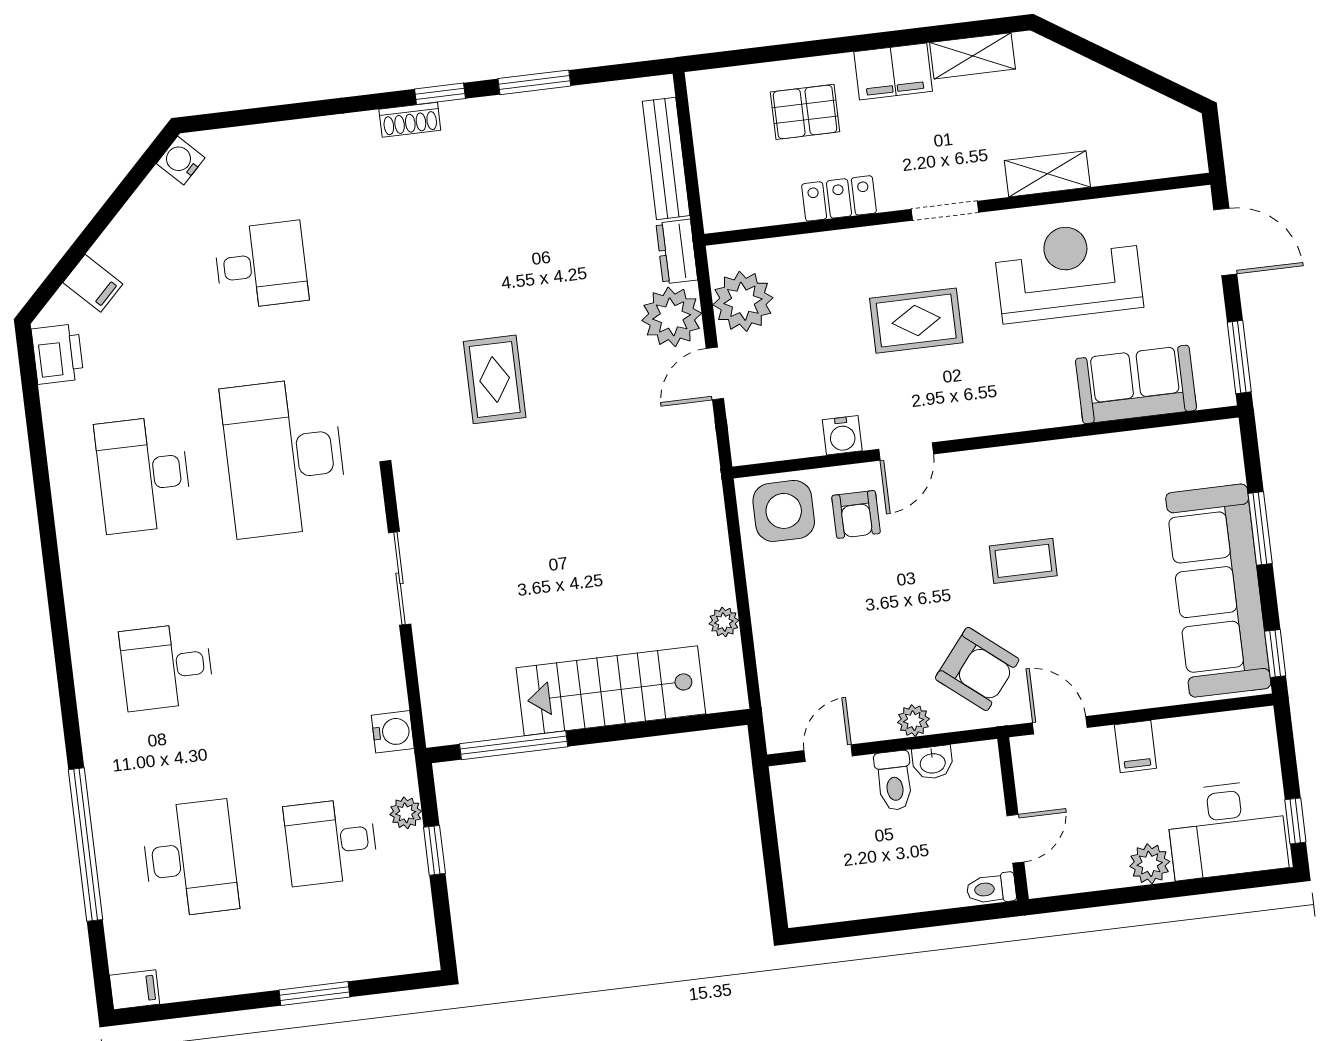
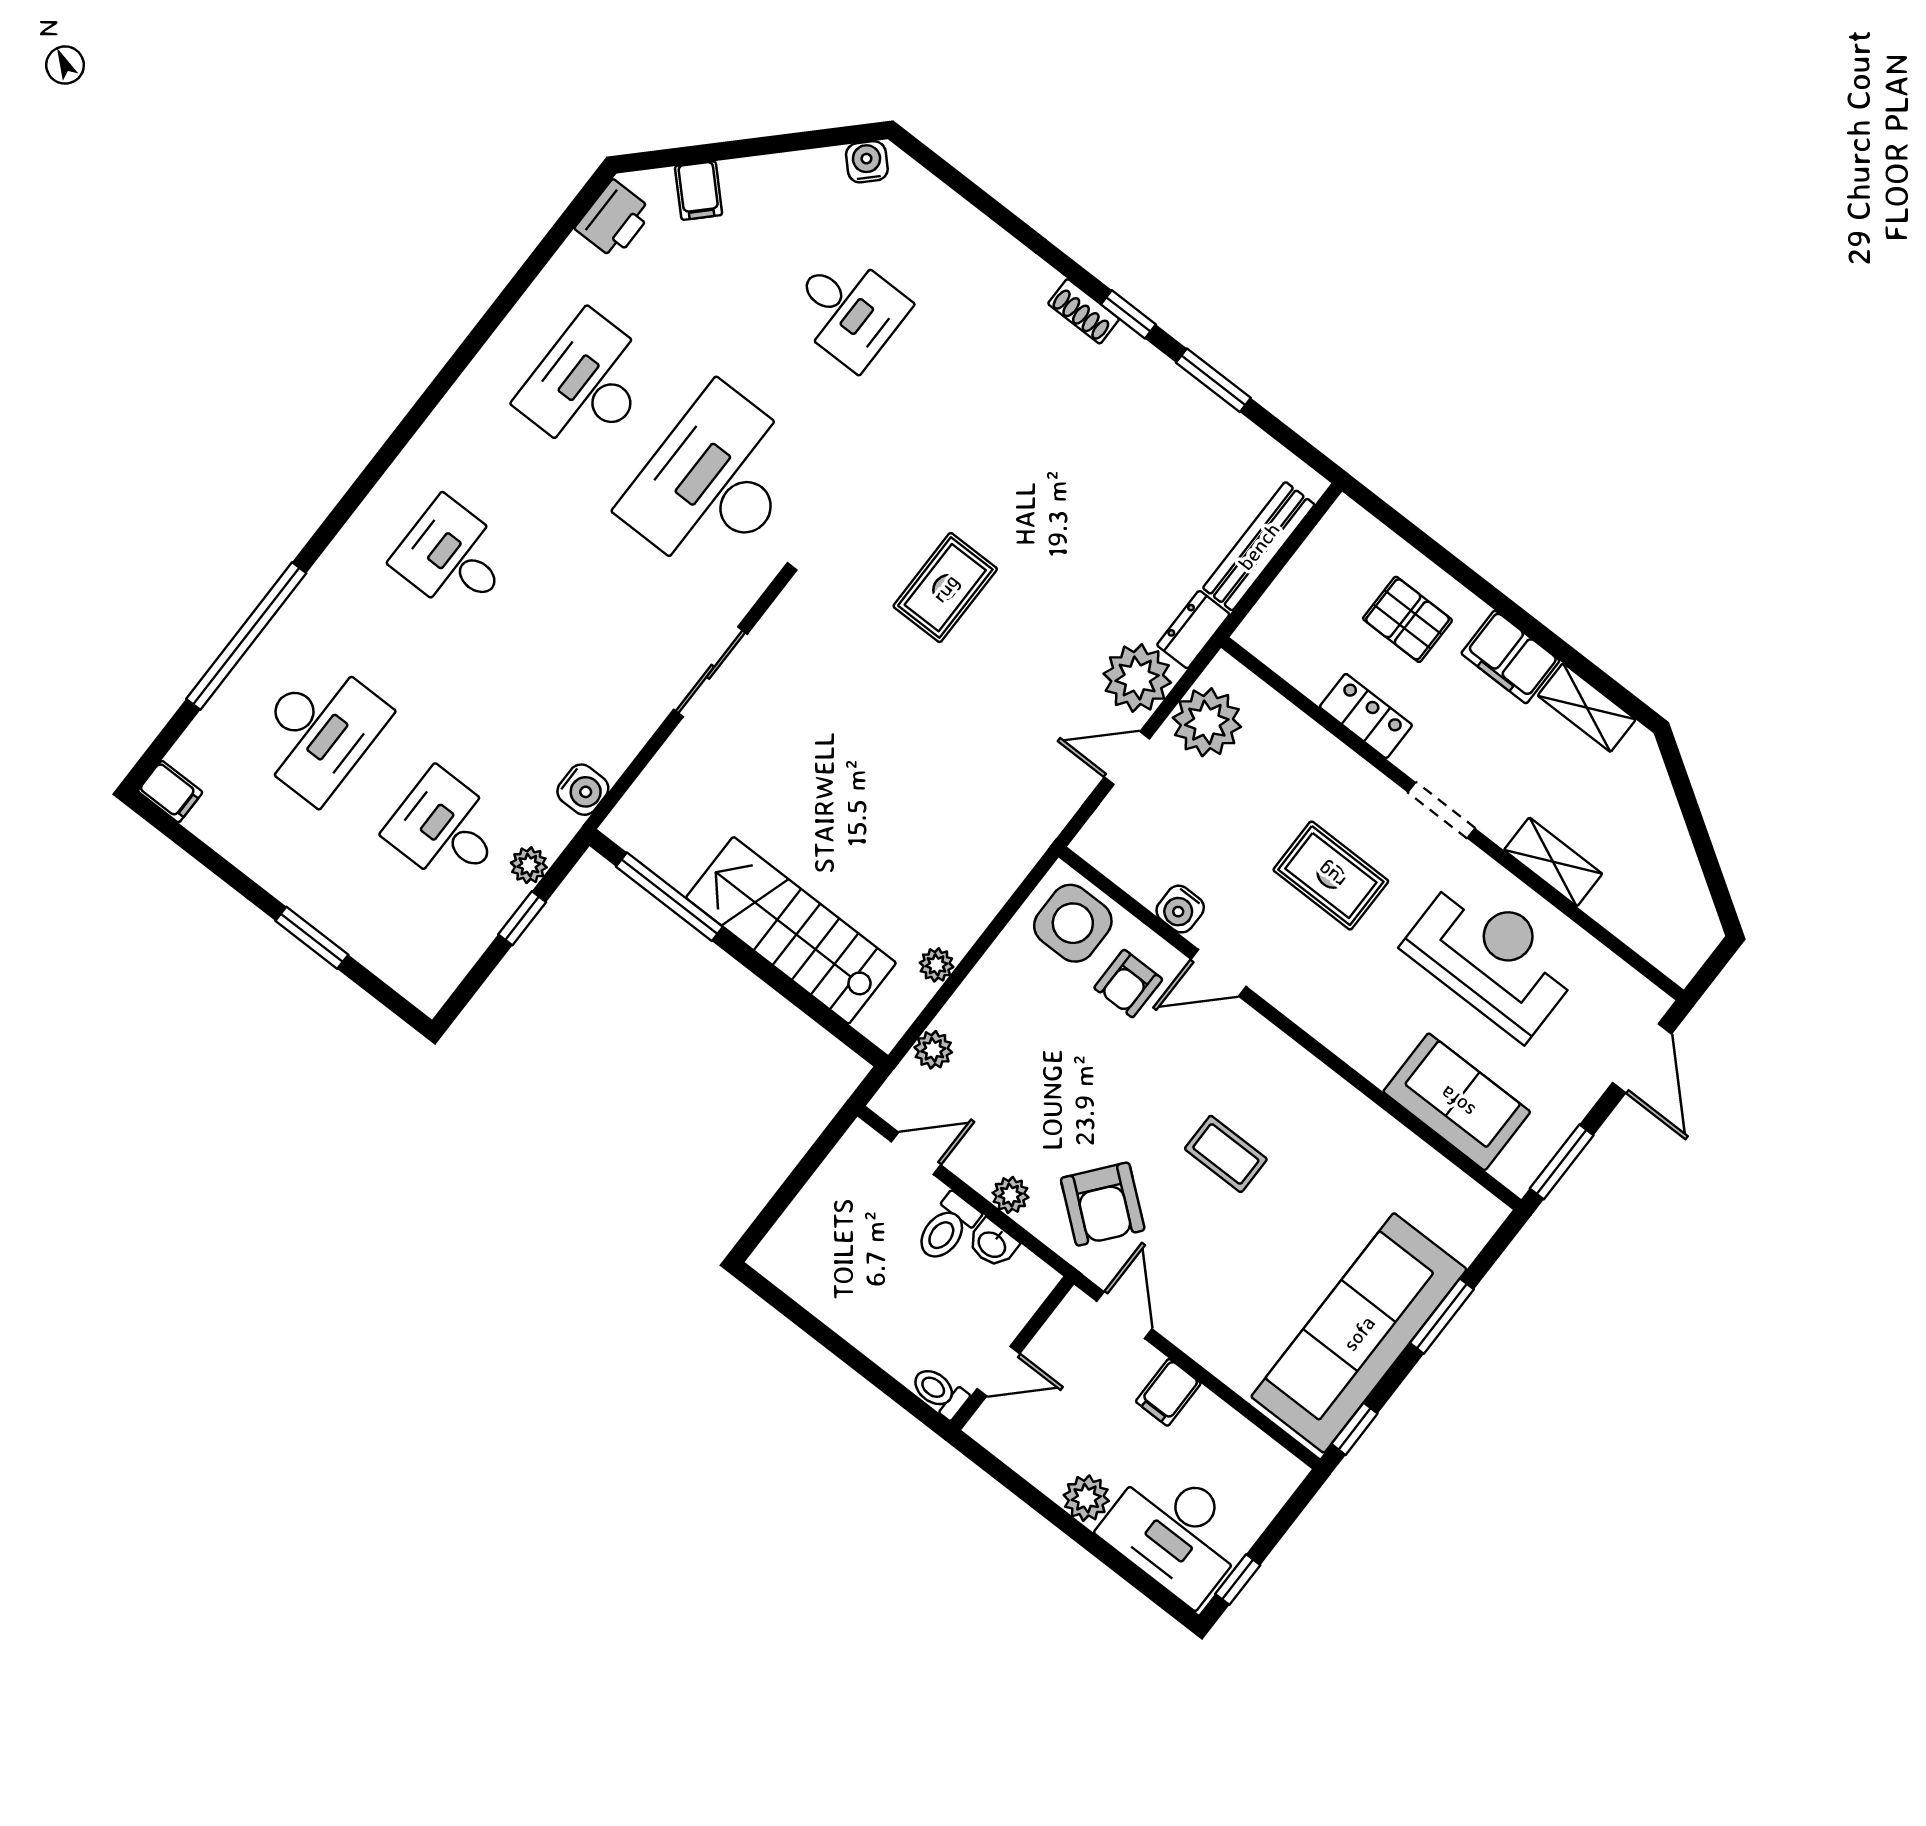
plant: (775, 677) -> (933, 1050), added

